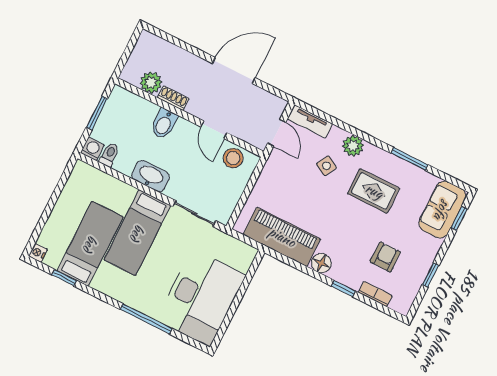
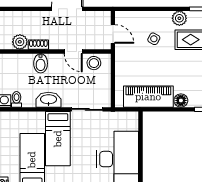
tv unit: (310, 121) -> (130, 17), removed
plant: (353, 146) -> (179, 18), moved

